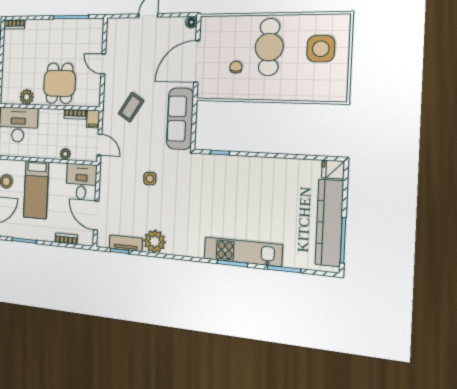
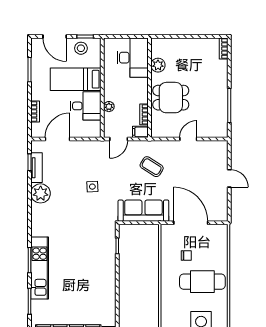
floor lamp: (191, 22) -> (223, 217), removed
desk: (81, 182) -> (86, 106), moved

